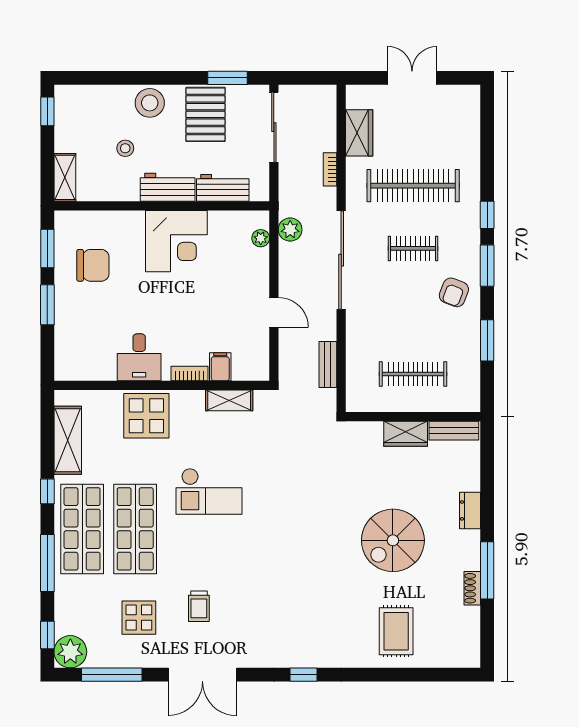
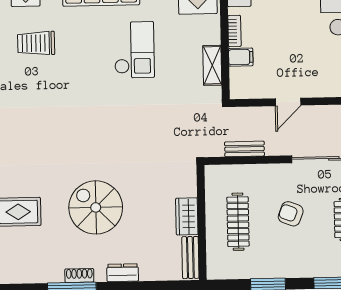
armchair: (454, 292) -> (291, 214), moved
checkout: (209, 491) -> (134, 50), turned 180
shoe rack: (472, 588) -> (79, 275), moved
trolley: (199, 606) -> (36, 43), width x1.36, depth x1.39

